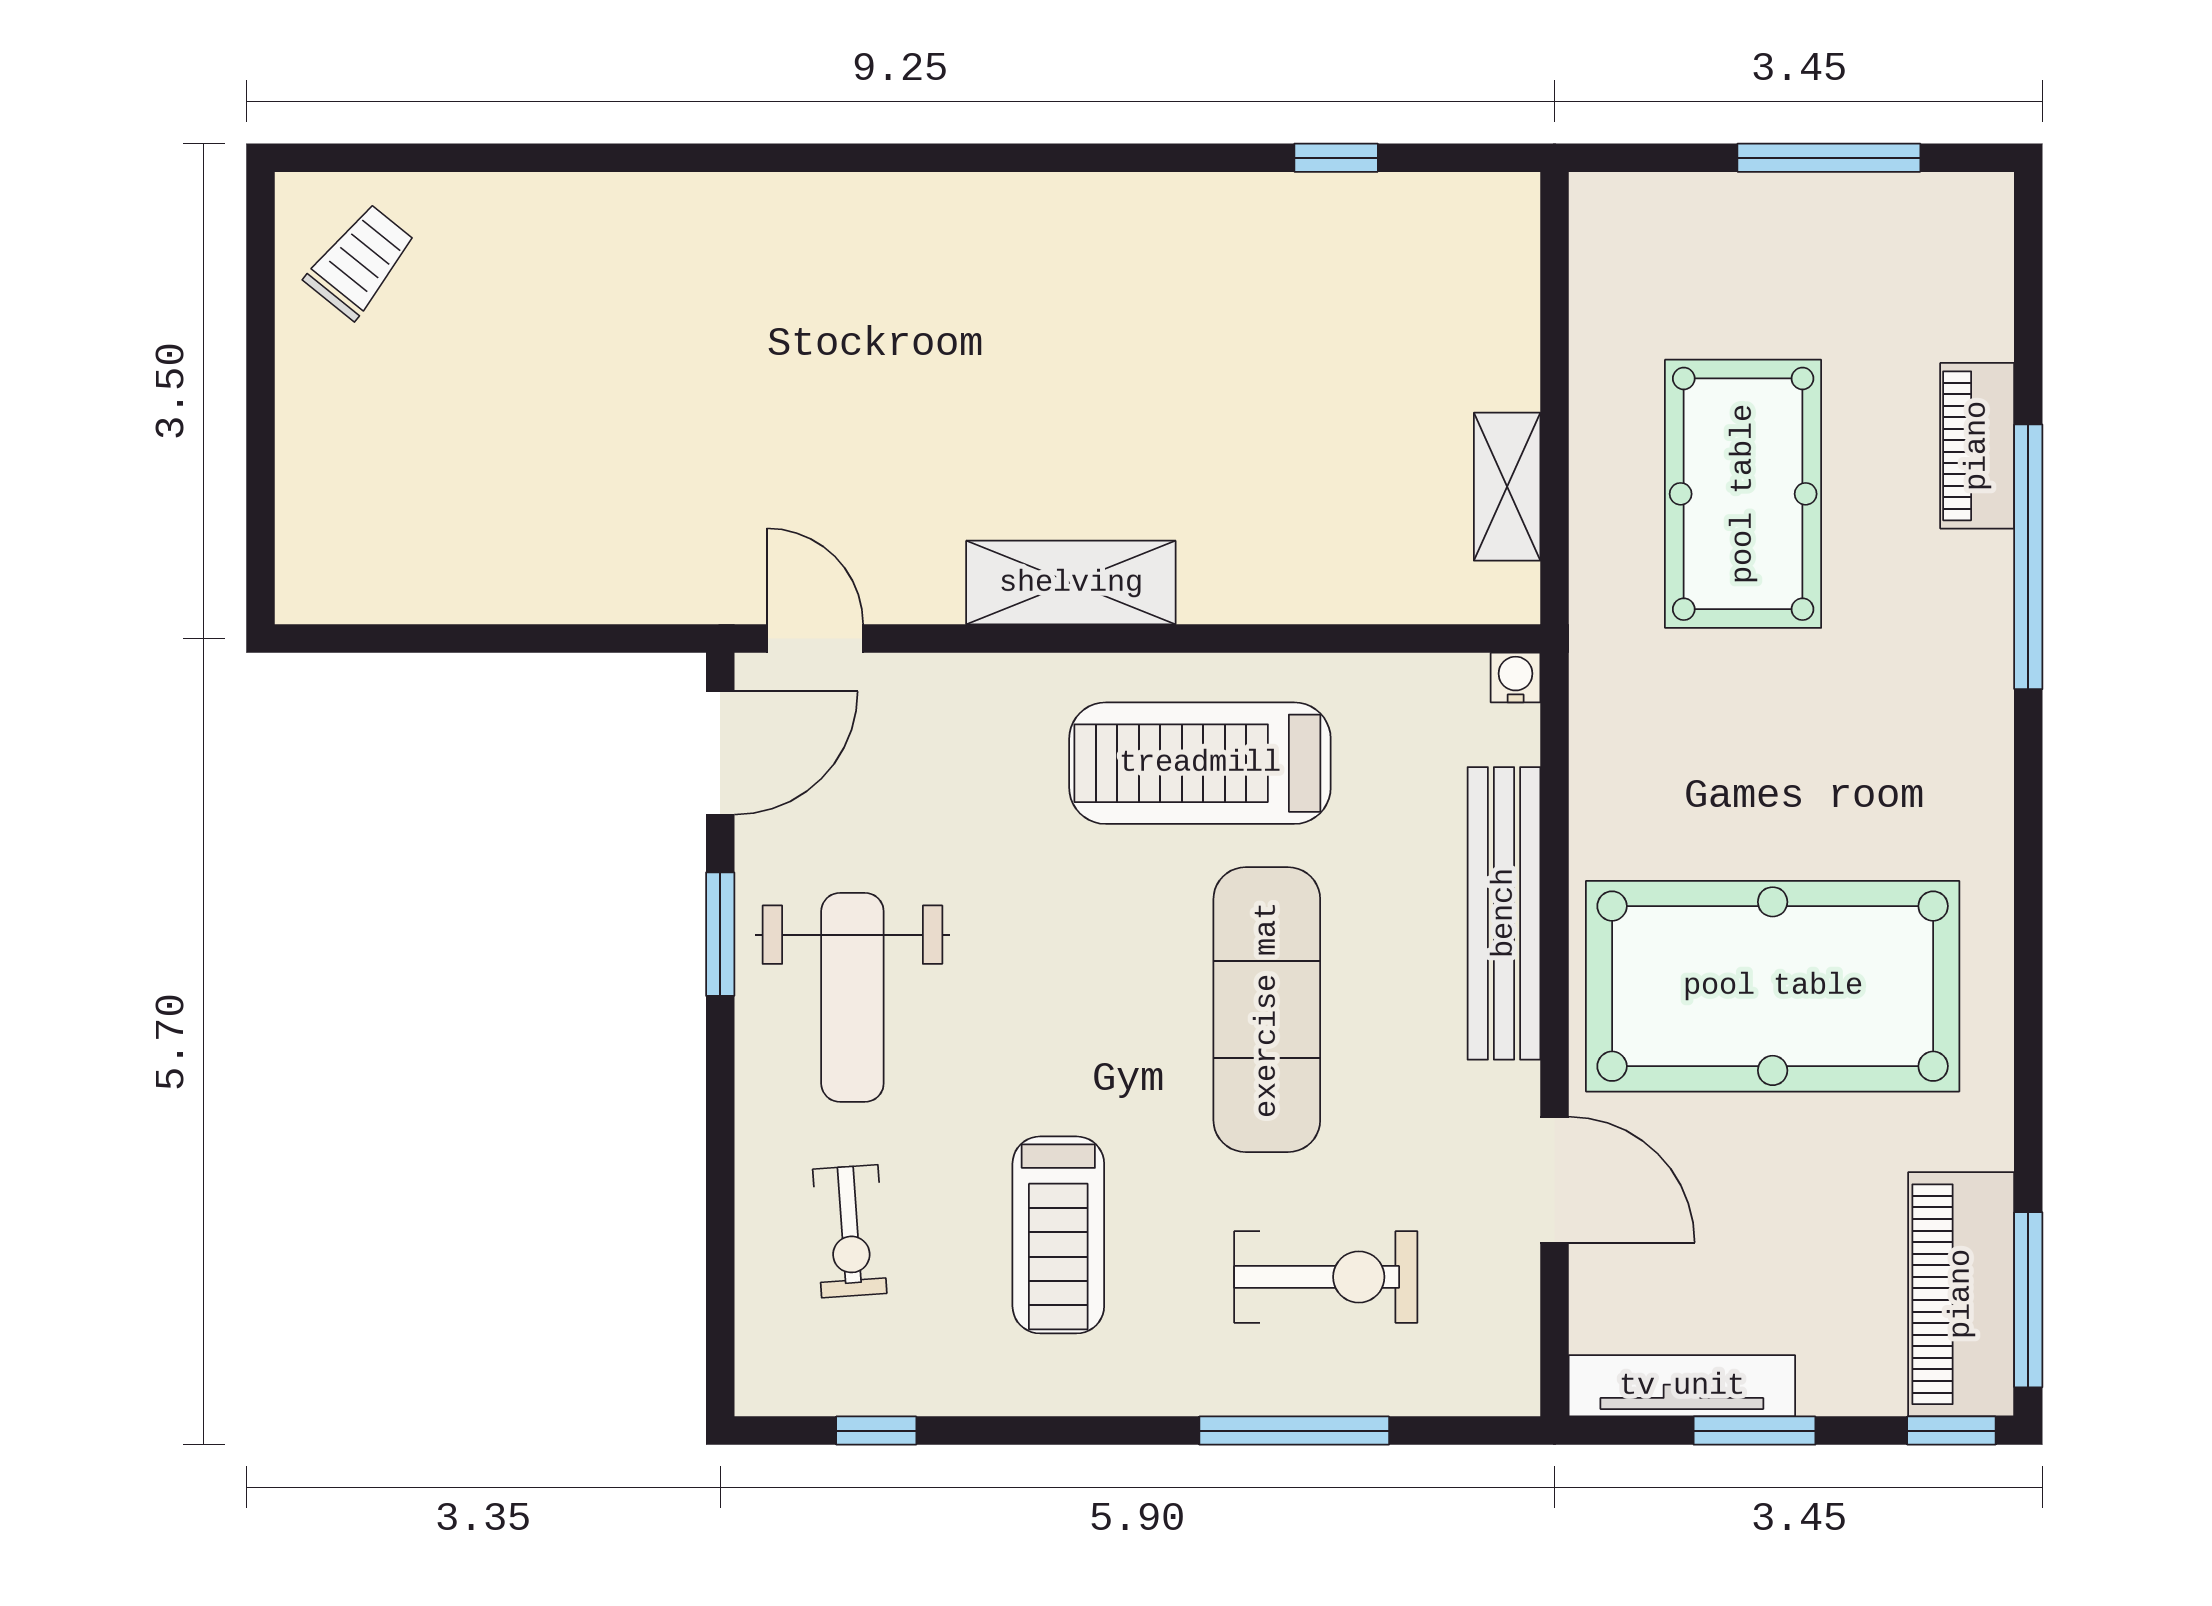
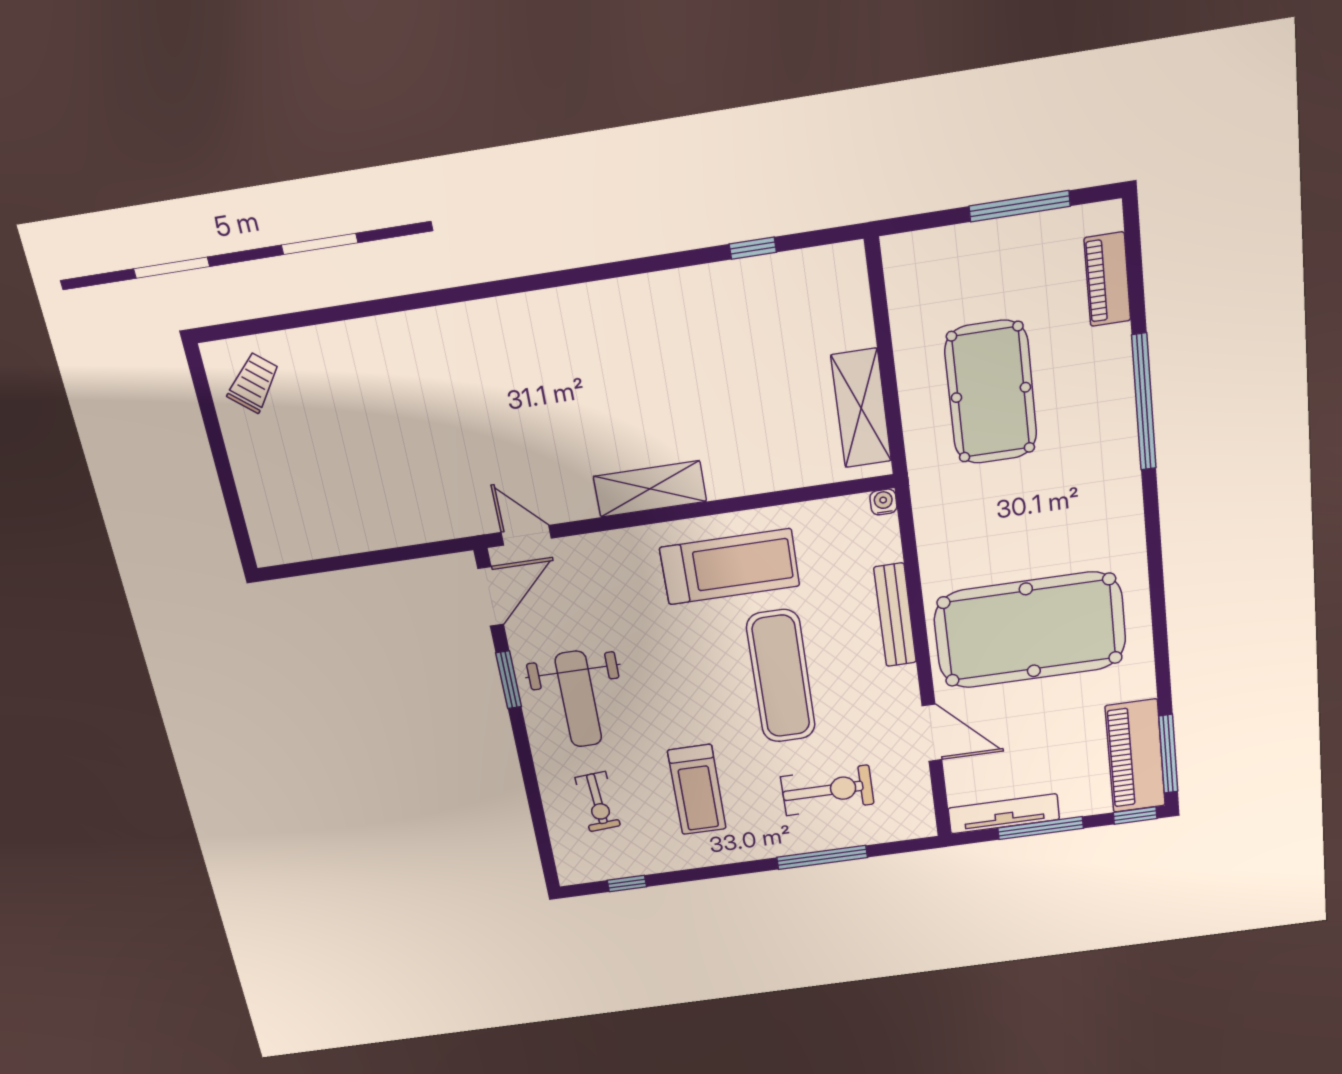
piano: (1977, 446) -> (1107, 279), moved
shelving: (1507, 487) -> (861, 408), width x1.50, depth x1.33
treadmill: (1200, 763) -> (730, 567), turned 180
bench: (1504, 913) -> (895, 615), width x0.73, depth x0.82
window: (1755, 1431) -> (1041, 828), width x1.44

